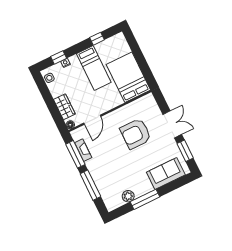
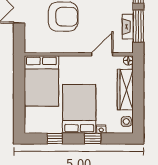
window: (59, 57) -> (93, 139), moved
bed: (94, 68) -> (79, 109), width x1.50
wardrobe: (64, 107) -> (125, 89), width x1.50

